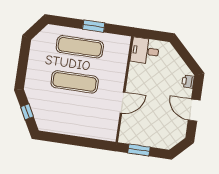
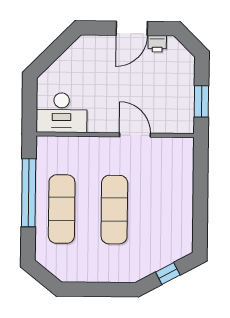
window: (94, 26) -> (29, 193), width x2.11
desk: (145, 51) -> (62, 113), width x1.37
printer: (188, 82) -> (157, 44), moved

